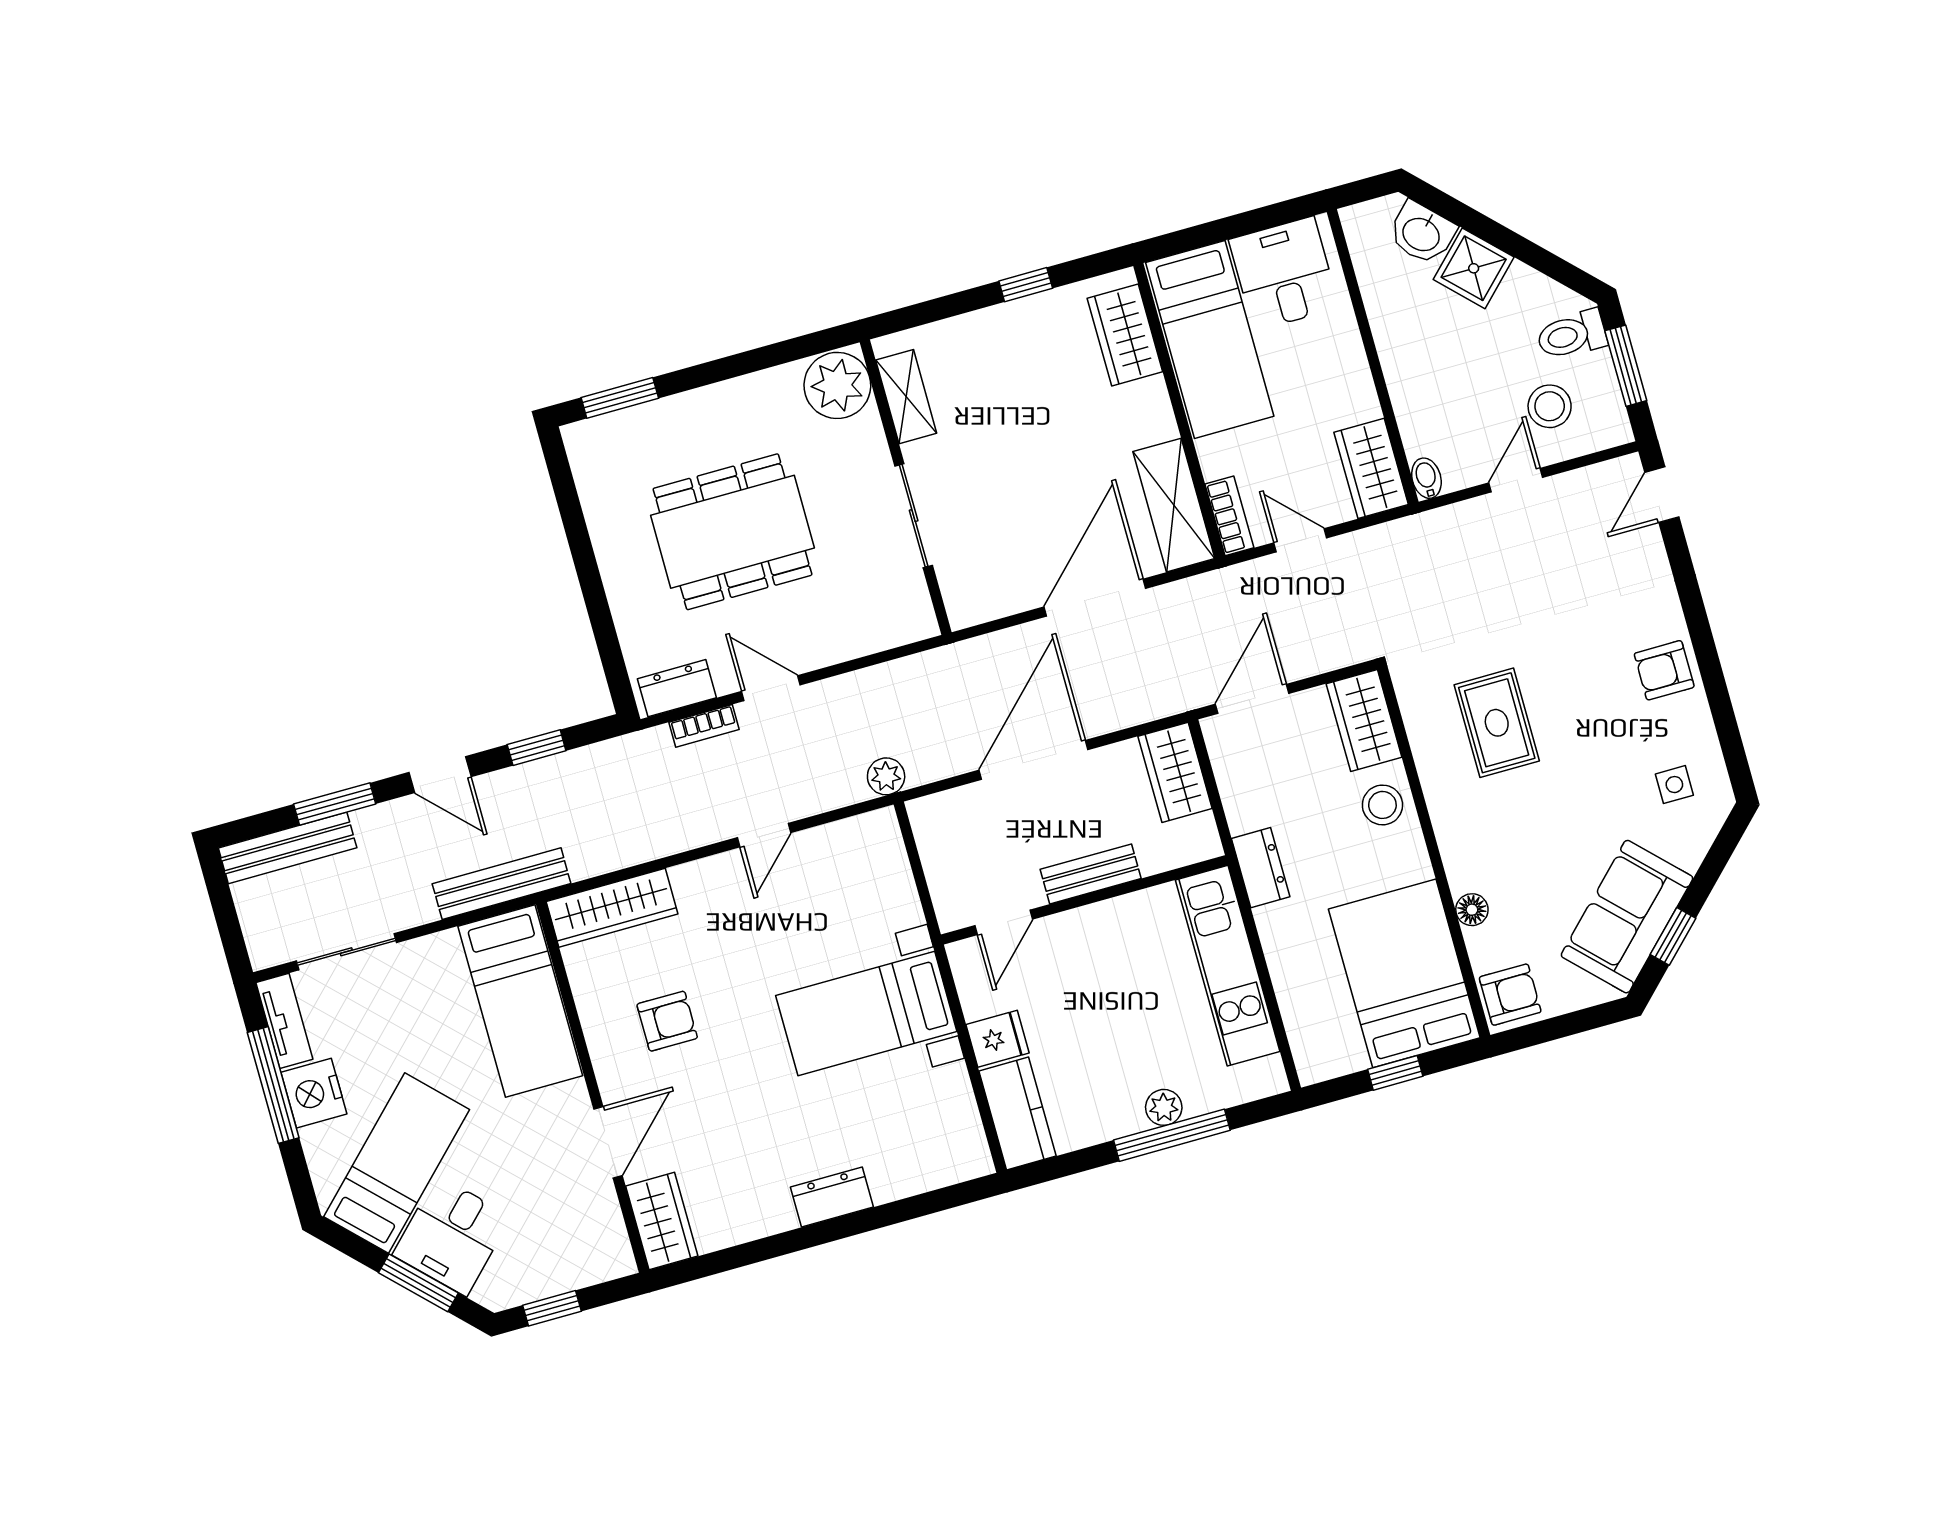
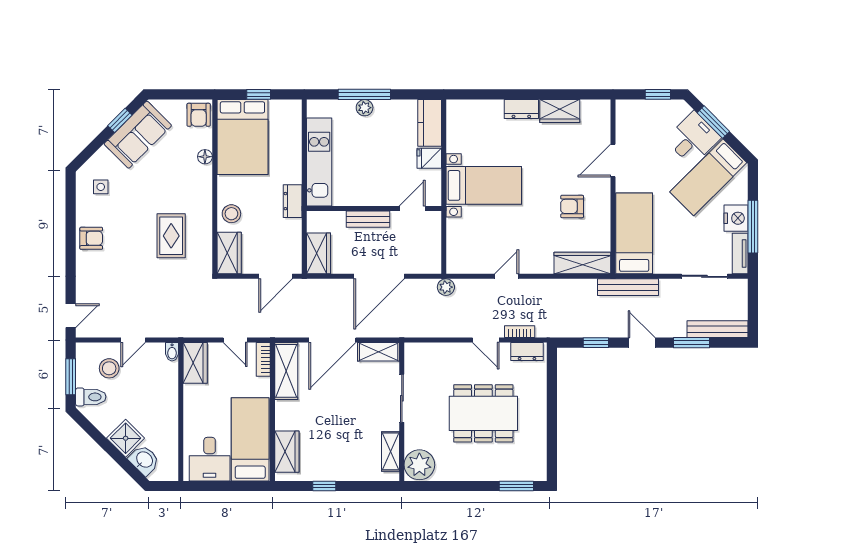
shelving: (990, 600) -> (379, 352), added
armchair: (1510, 995) -> (199, 115), turned -90
wardrobe: (662, 1221) -> (560, 111), moved, turned -90

